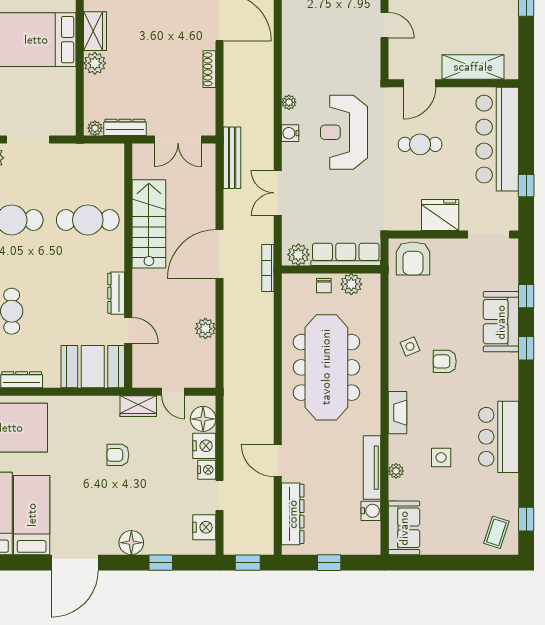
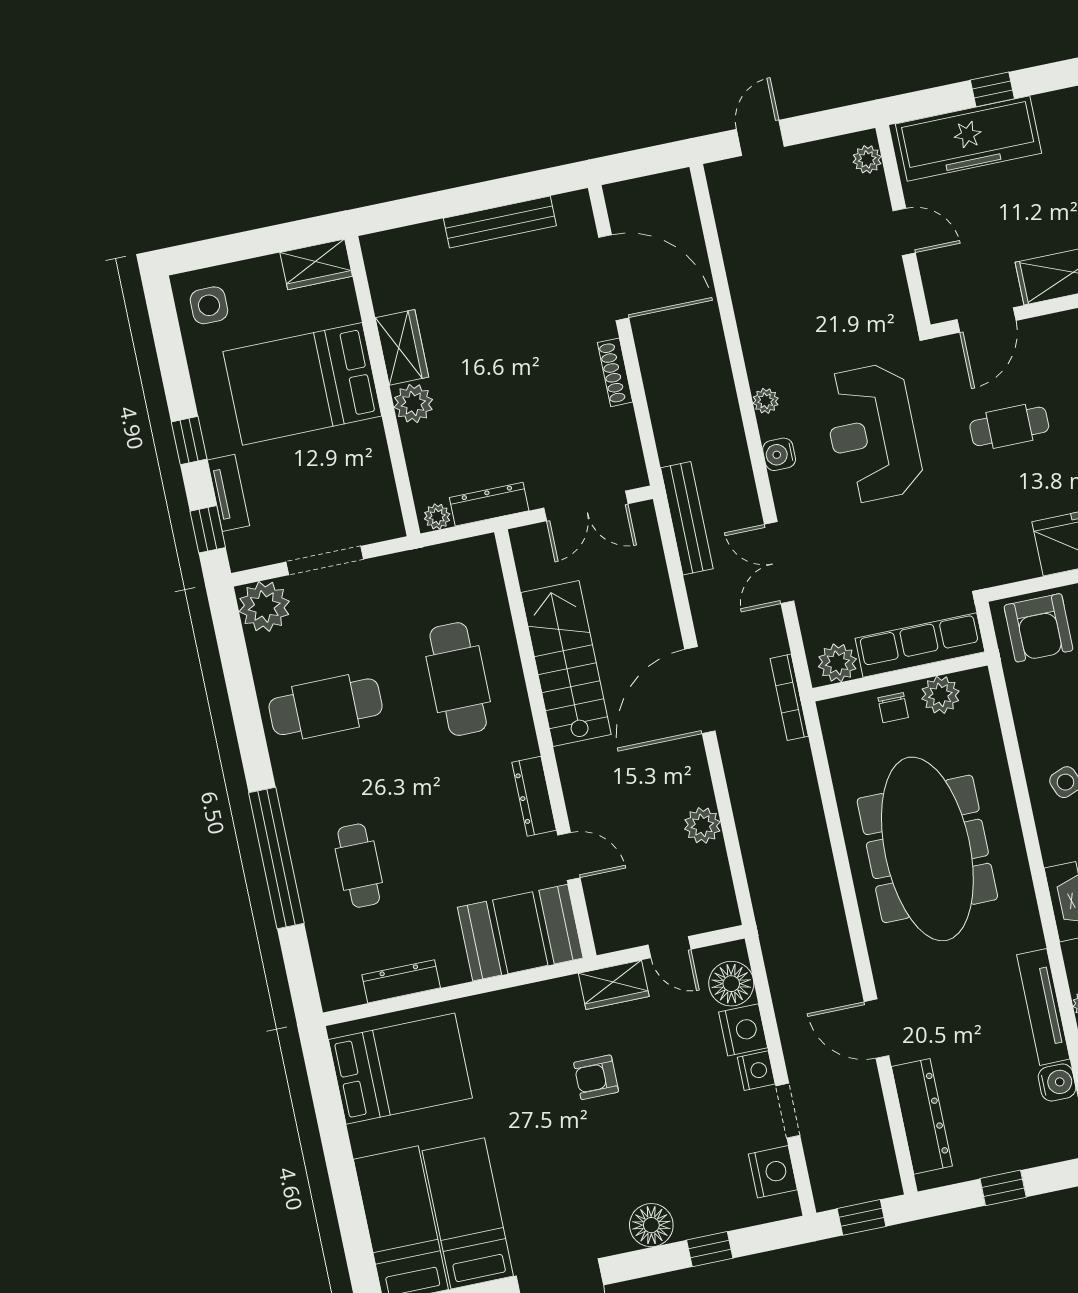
cafe table: (88, 220) -> (458, 679), turned 90

